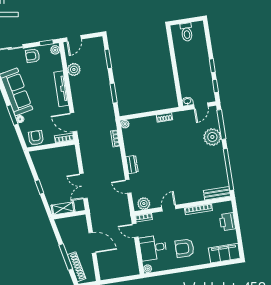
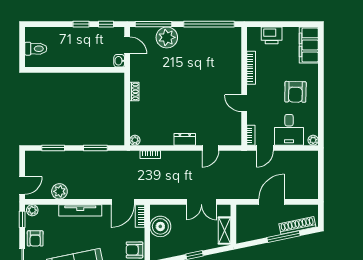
door: (74, 38) -> (22, 185), hinge flipped
boiler: (58, 156) -> (160, 226), added
bench: (217, 193) -> (235, 43), removed
plant: (144, 204) -> (234, 132), removed

